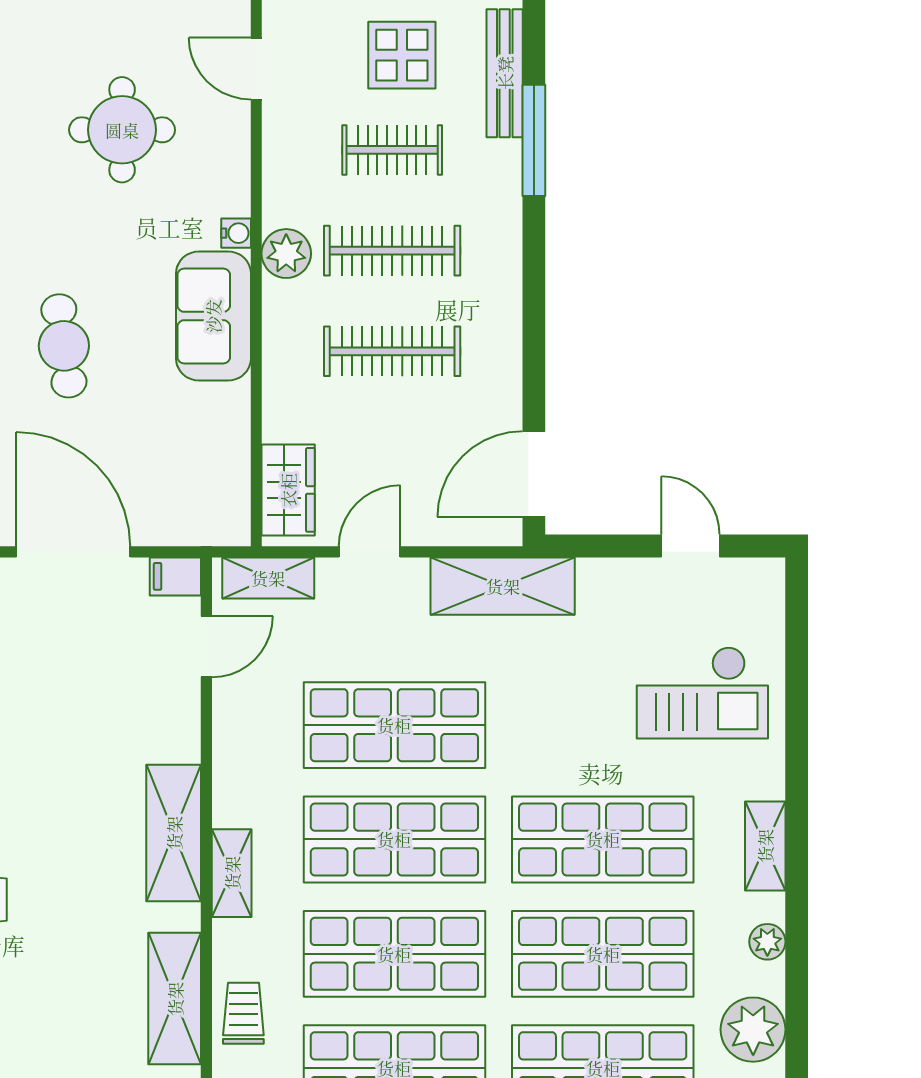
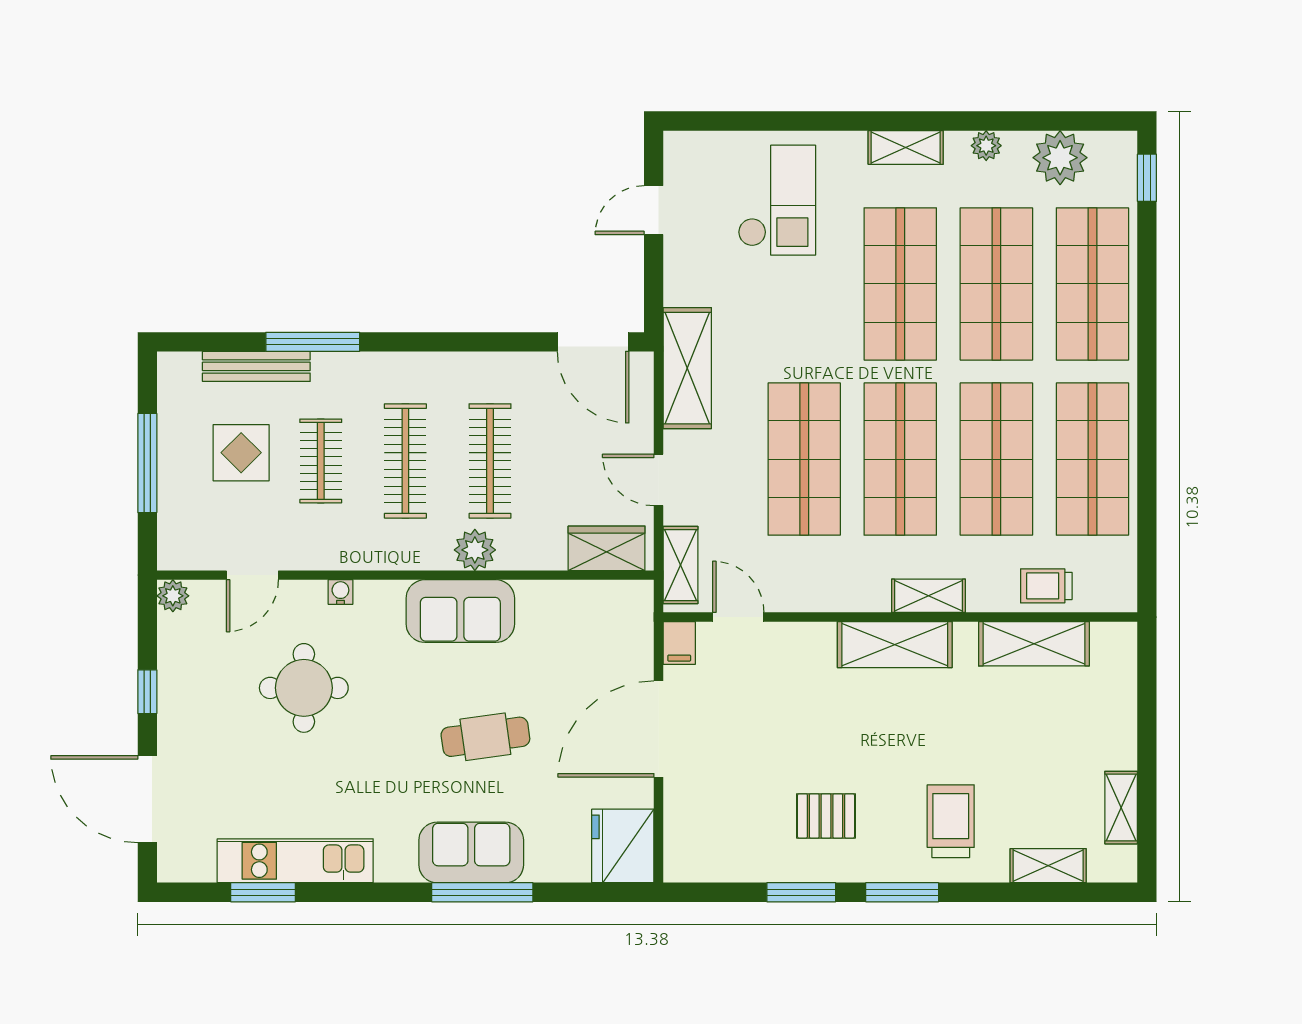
water cooler: (236, 233) -> (340, 592), moved
plant: (286, 254) -> (475, 550), moved

